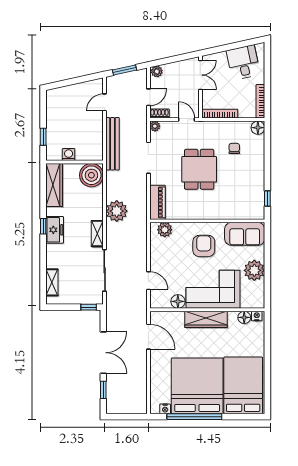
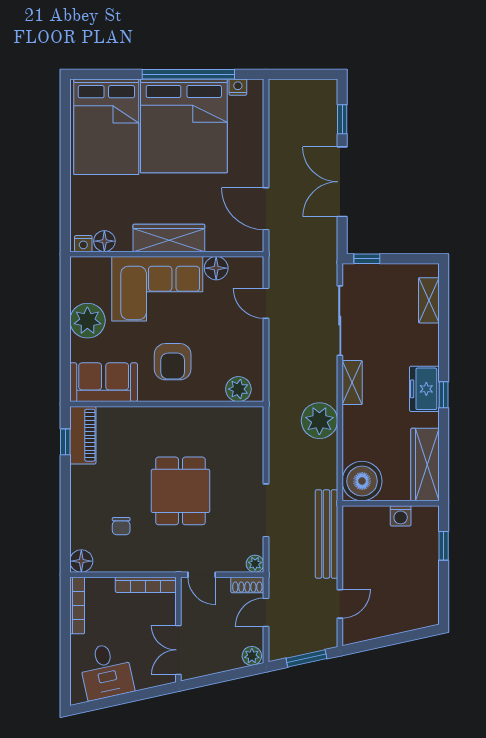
piano: (157, 202) -> (83, 435), moved, turned 180

